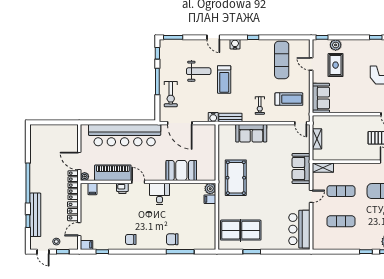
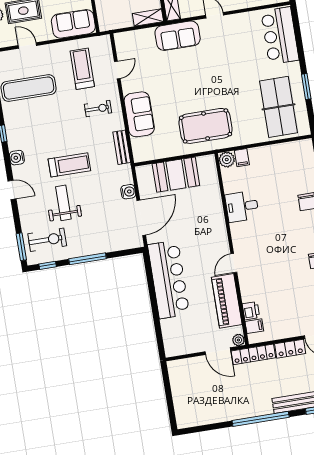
door: (213, 37) -> (12, 190), hinge flipped
door: (311, 64) -> (27, 46), swing flipped
exercise bike: (171, 94) -> (47, 240), moved
water cooler: (213, 117) -> (128, 192), moved
door: (301, 123) -> (117, 70), moved
bar counter: (125, 135) -> (169, 279), width x0.73
shelving: (317, 139) -> (148, 17), moved
door: (79, 161) -> (218, 351), hinge flipped
booth: (181, 170) -> (176, 175), moved, turned 90
printer: (122, 188) -> (251, 311), moved
desk: (159, 194) -> (242, 206), moved
bar counter: (299, 229) -> (280, 36), moved, turned 90

